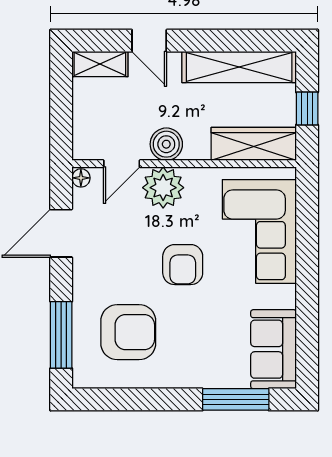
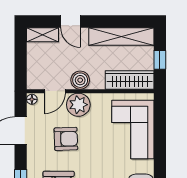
armchair: (183, 265) -> (66, 139), moved, turned -92

